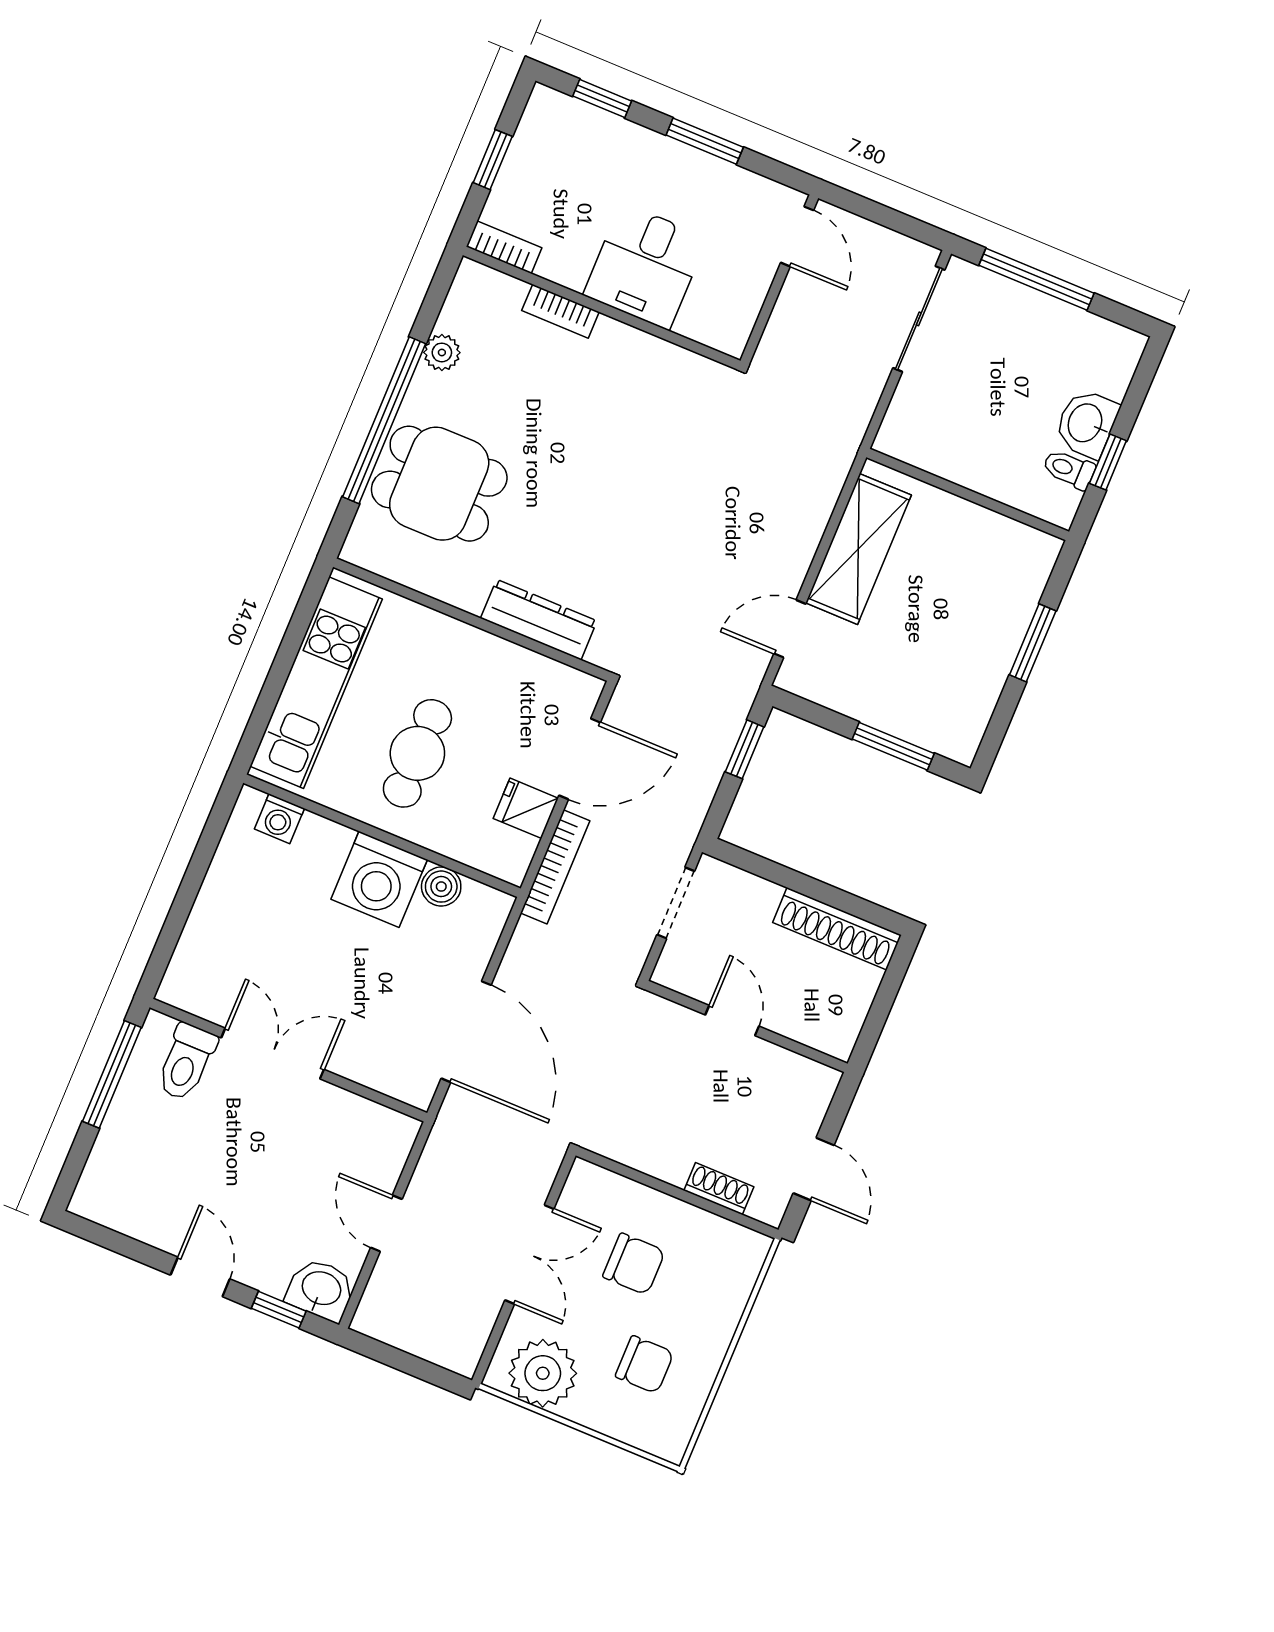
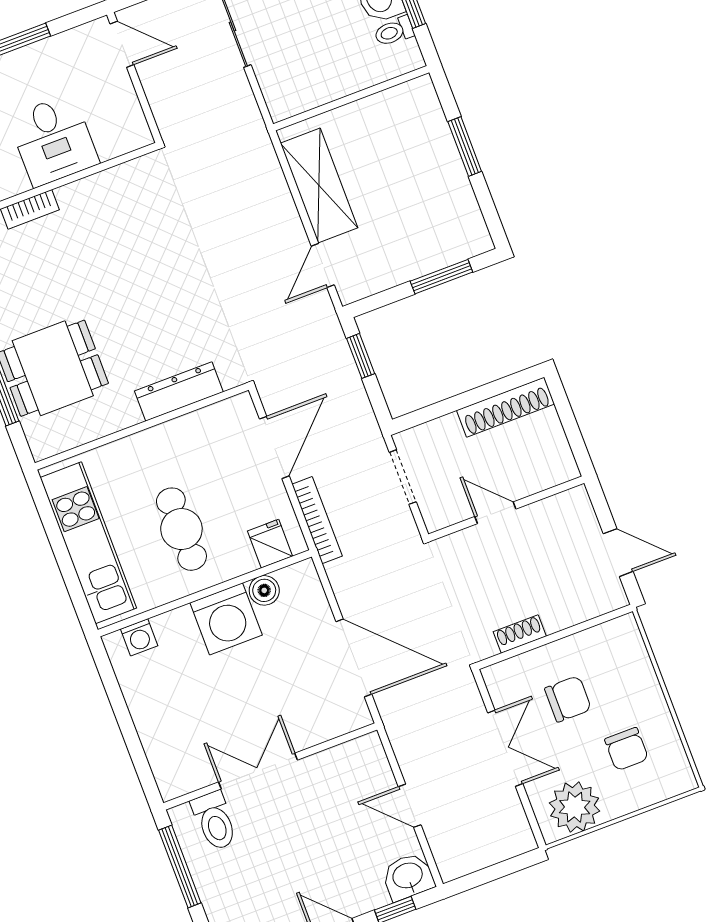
fridge: (526, 808) -> (270, 544), moved, turned 90
shoe rack: (719, 1189) -> (520, 634), moved
chair: (645, 1365) -> (626, 749), turned 90

